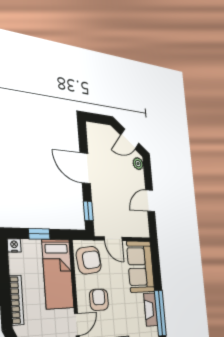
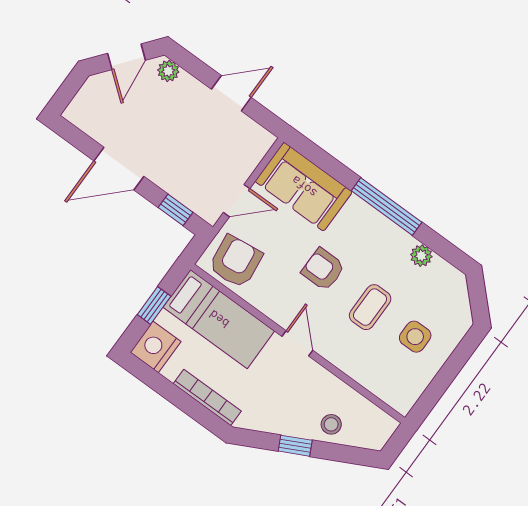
door: (150, 201) -> (231, 93), swing flipped
nightstand: (14, 245) -> (156, 347), width x1.89, depth x1.79
armchair: (99, 300) -> (323, 269), moved
fireplace: (151, 310) -> (369, 218), removed

